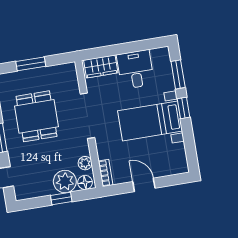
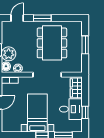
window: (137, 46) -> (85, 112), added
dining table: (37, 116) -> (52, 43), width x1.37

